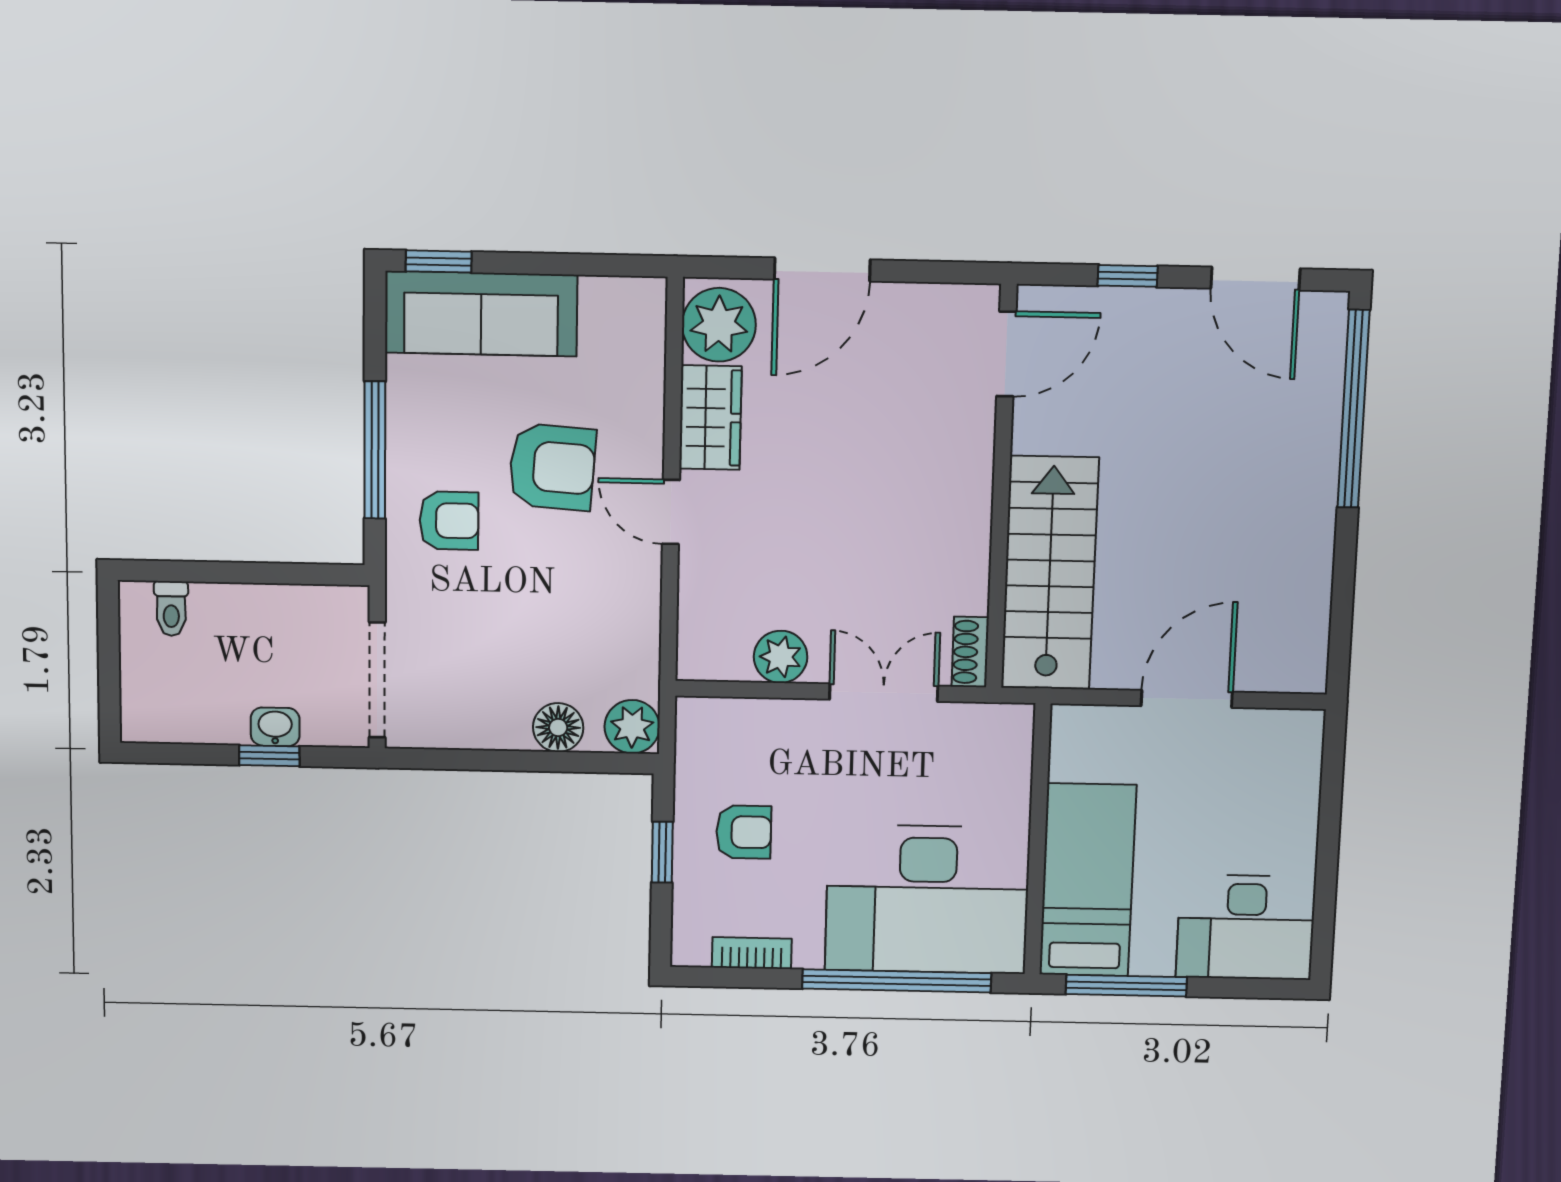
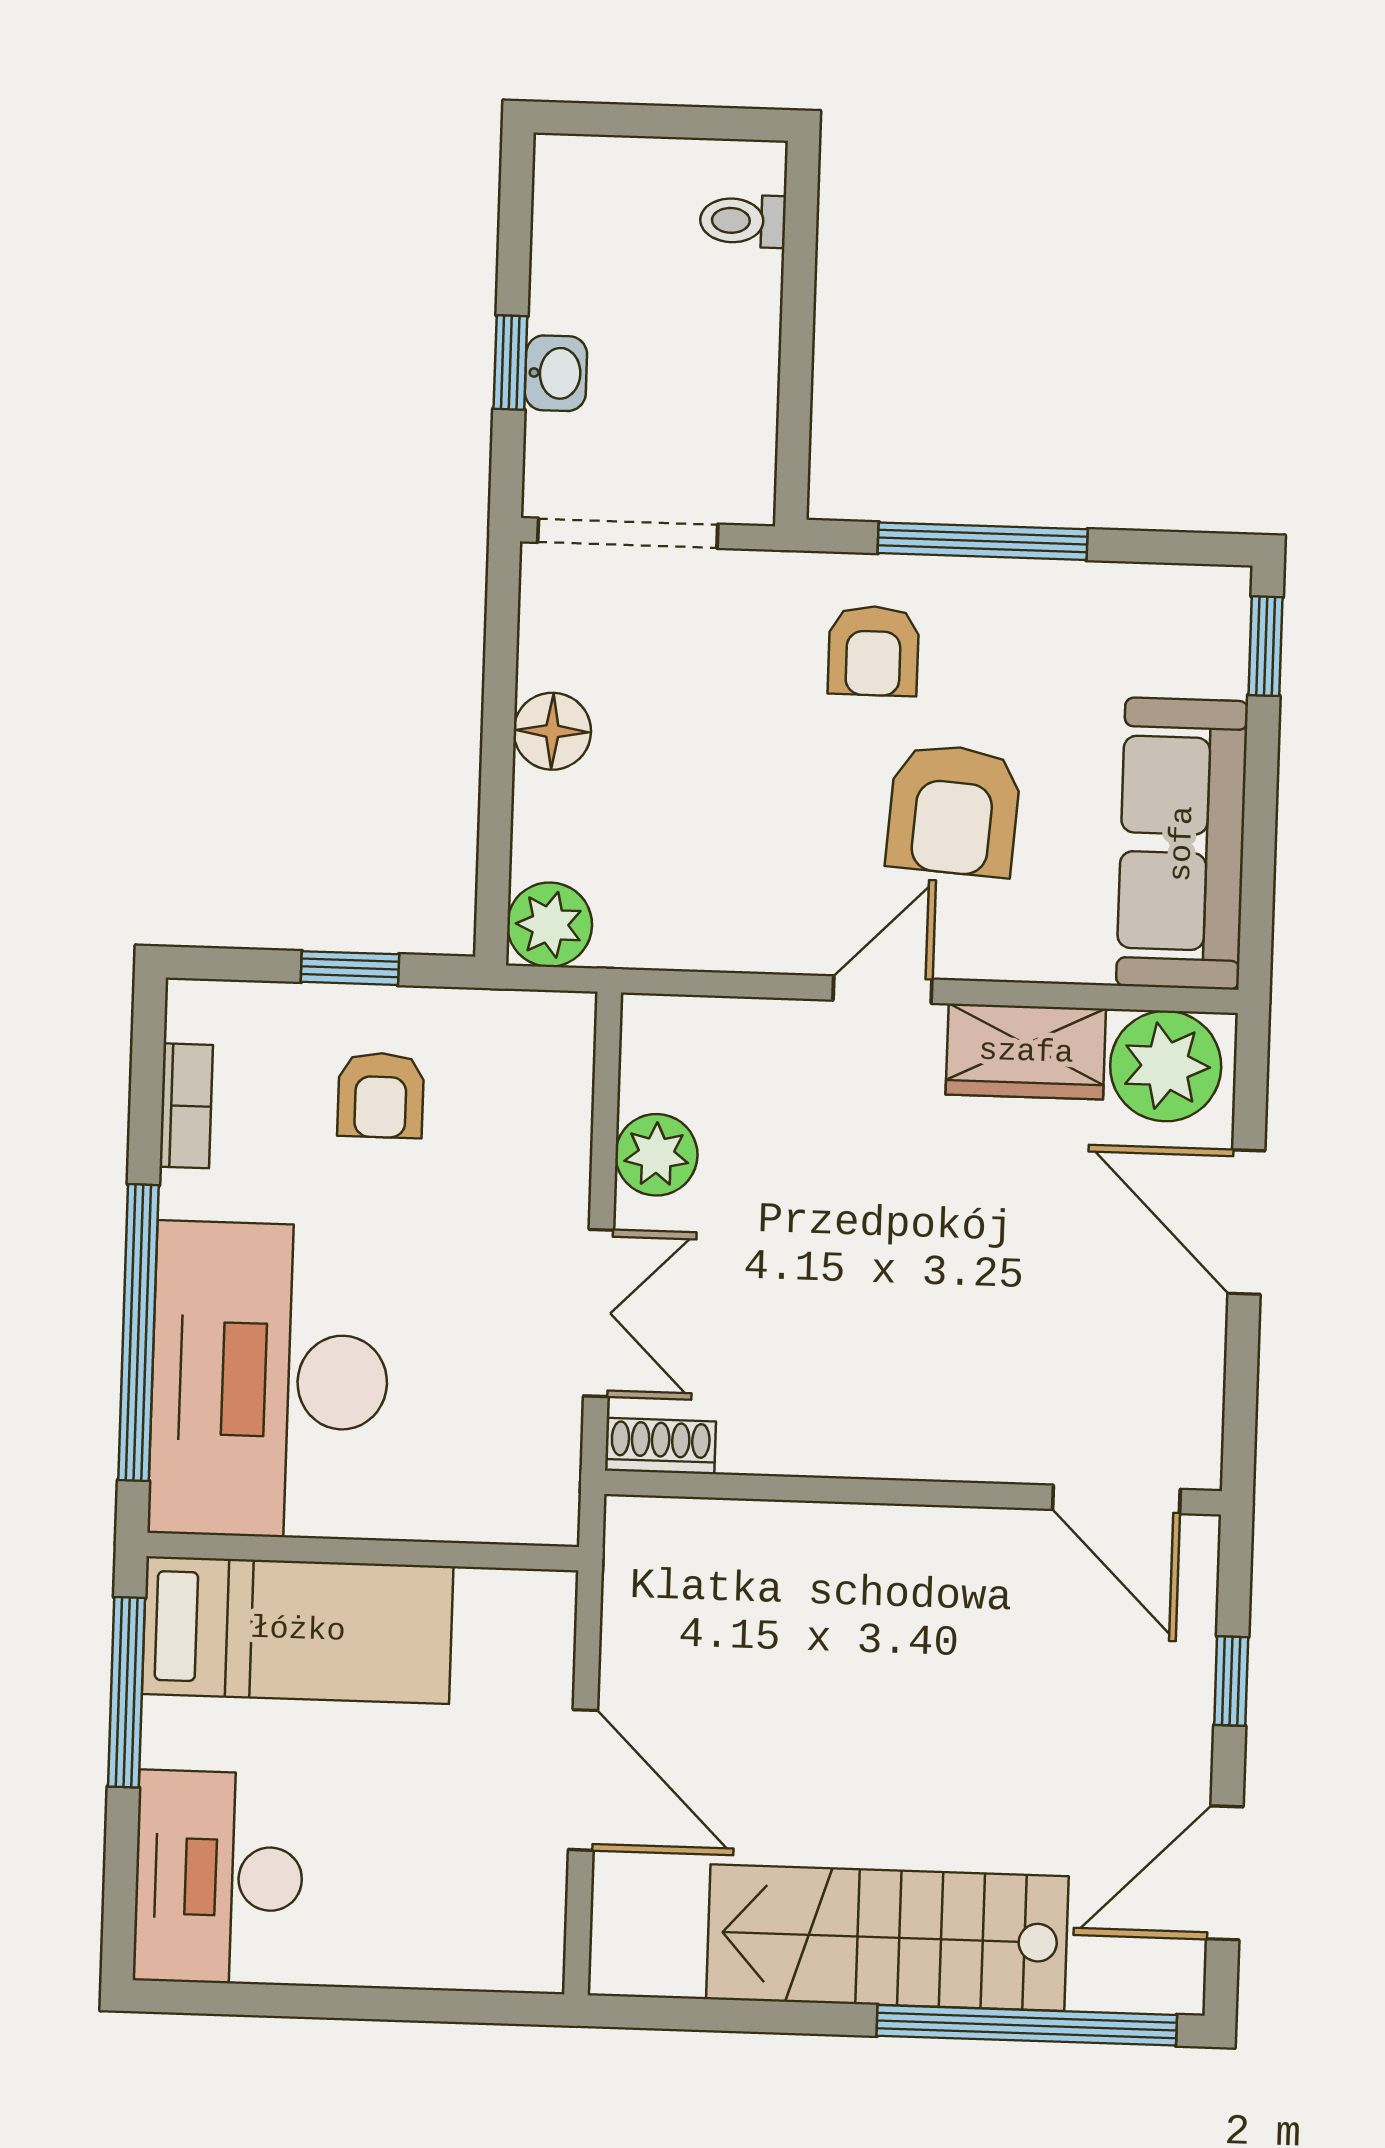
sofa: (481, 314) -> (1182, 844), moved
stairs: (1050, 573) -> (887, 1938), moved, turned 180
floor lamp: (558, 728) -> (552, 731), moved

